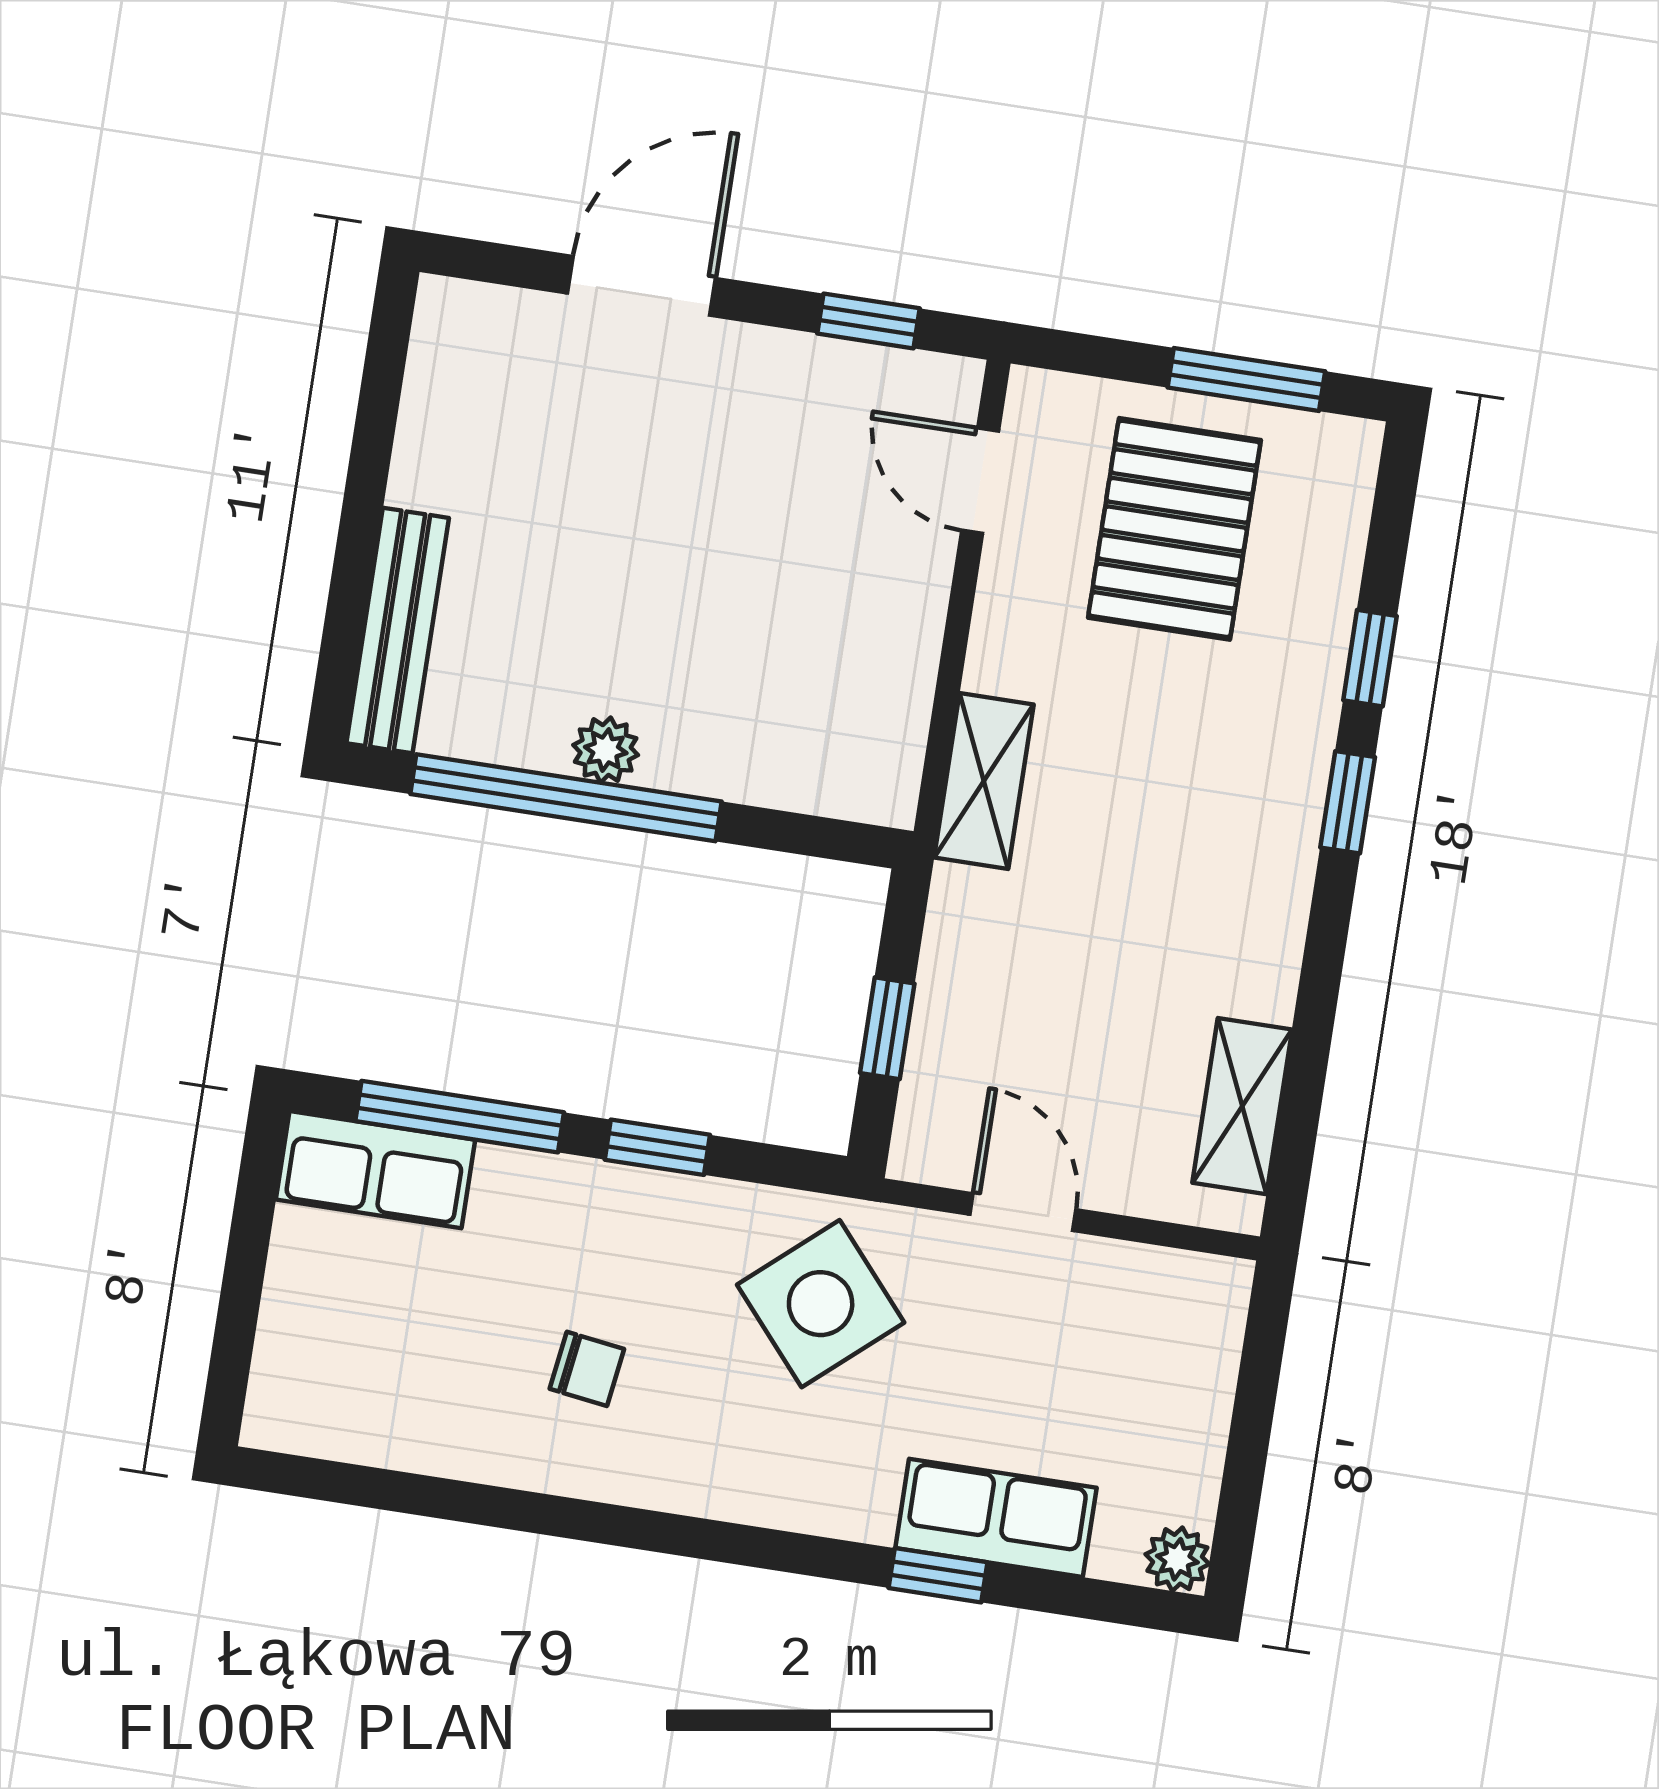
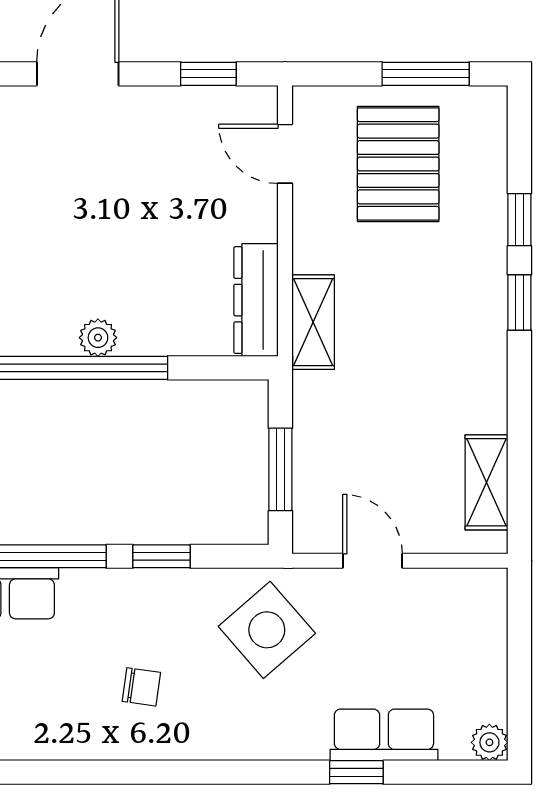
dresser: (891, 727) -> (256, 300), added
window: (887, 1028) -> (280, 469), width x1.50

